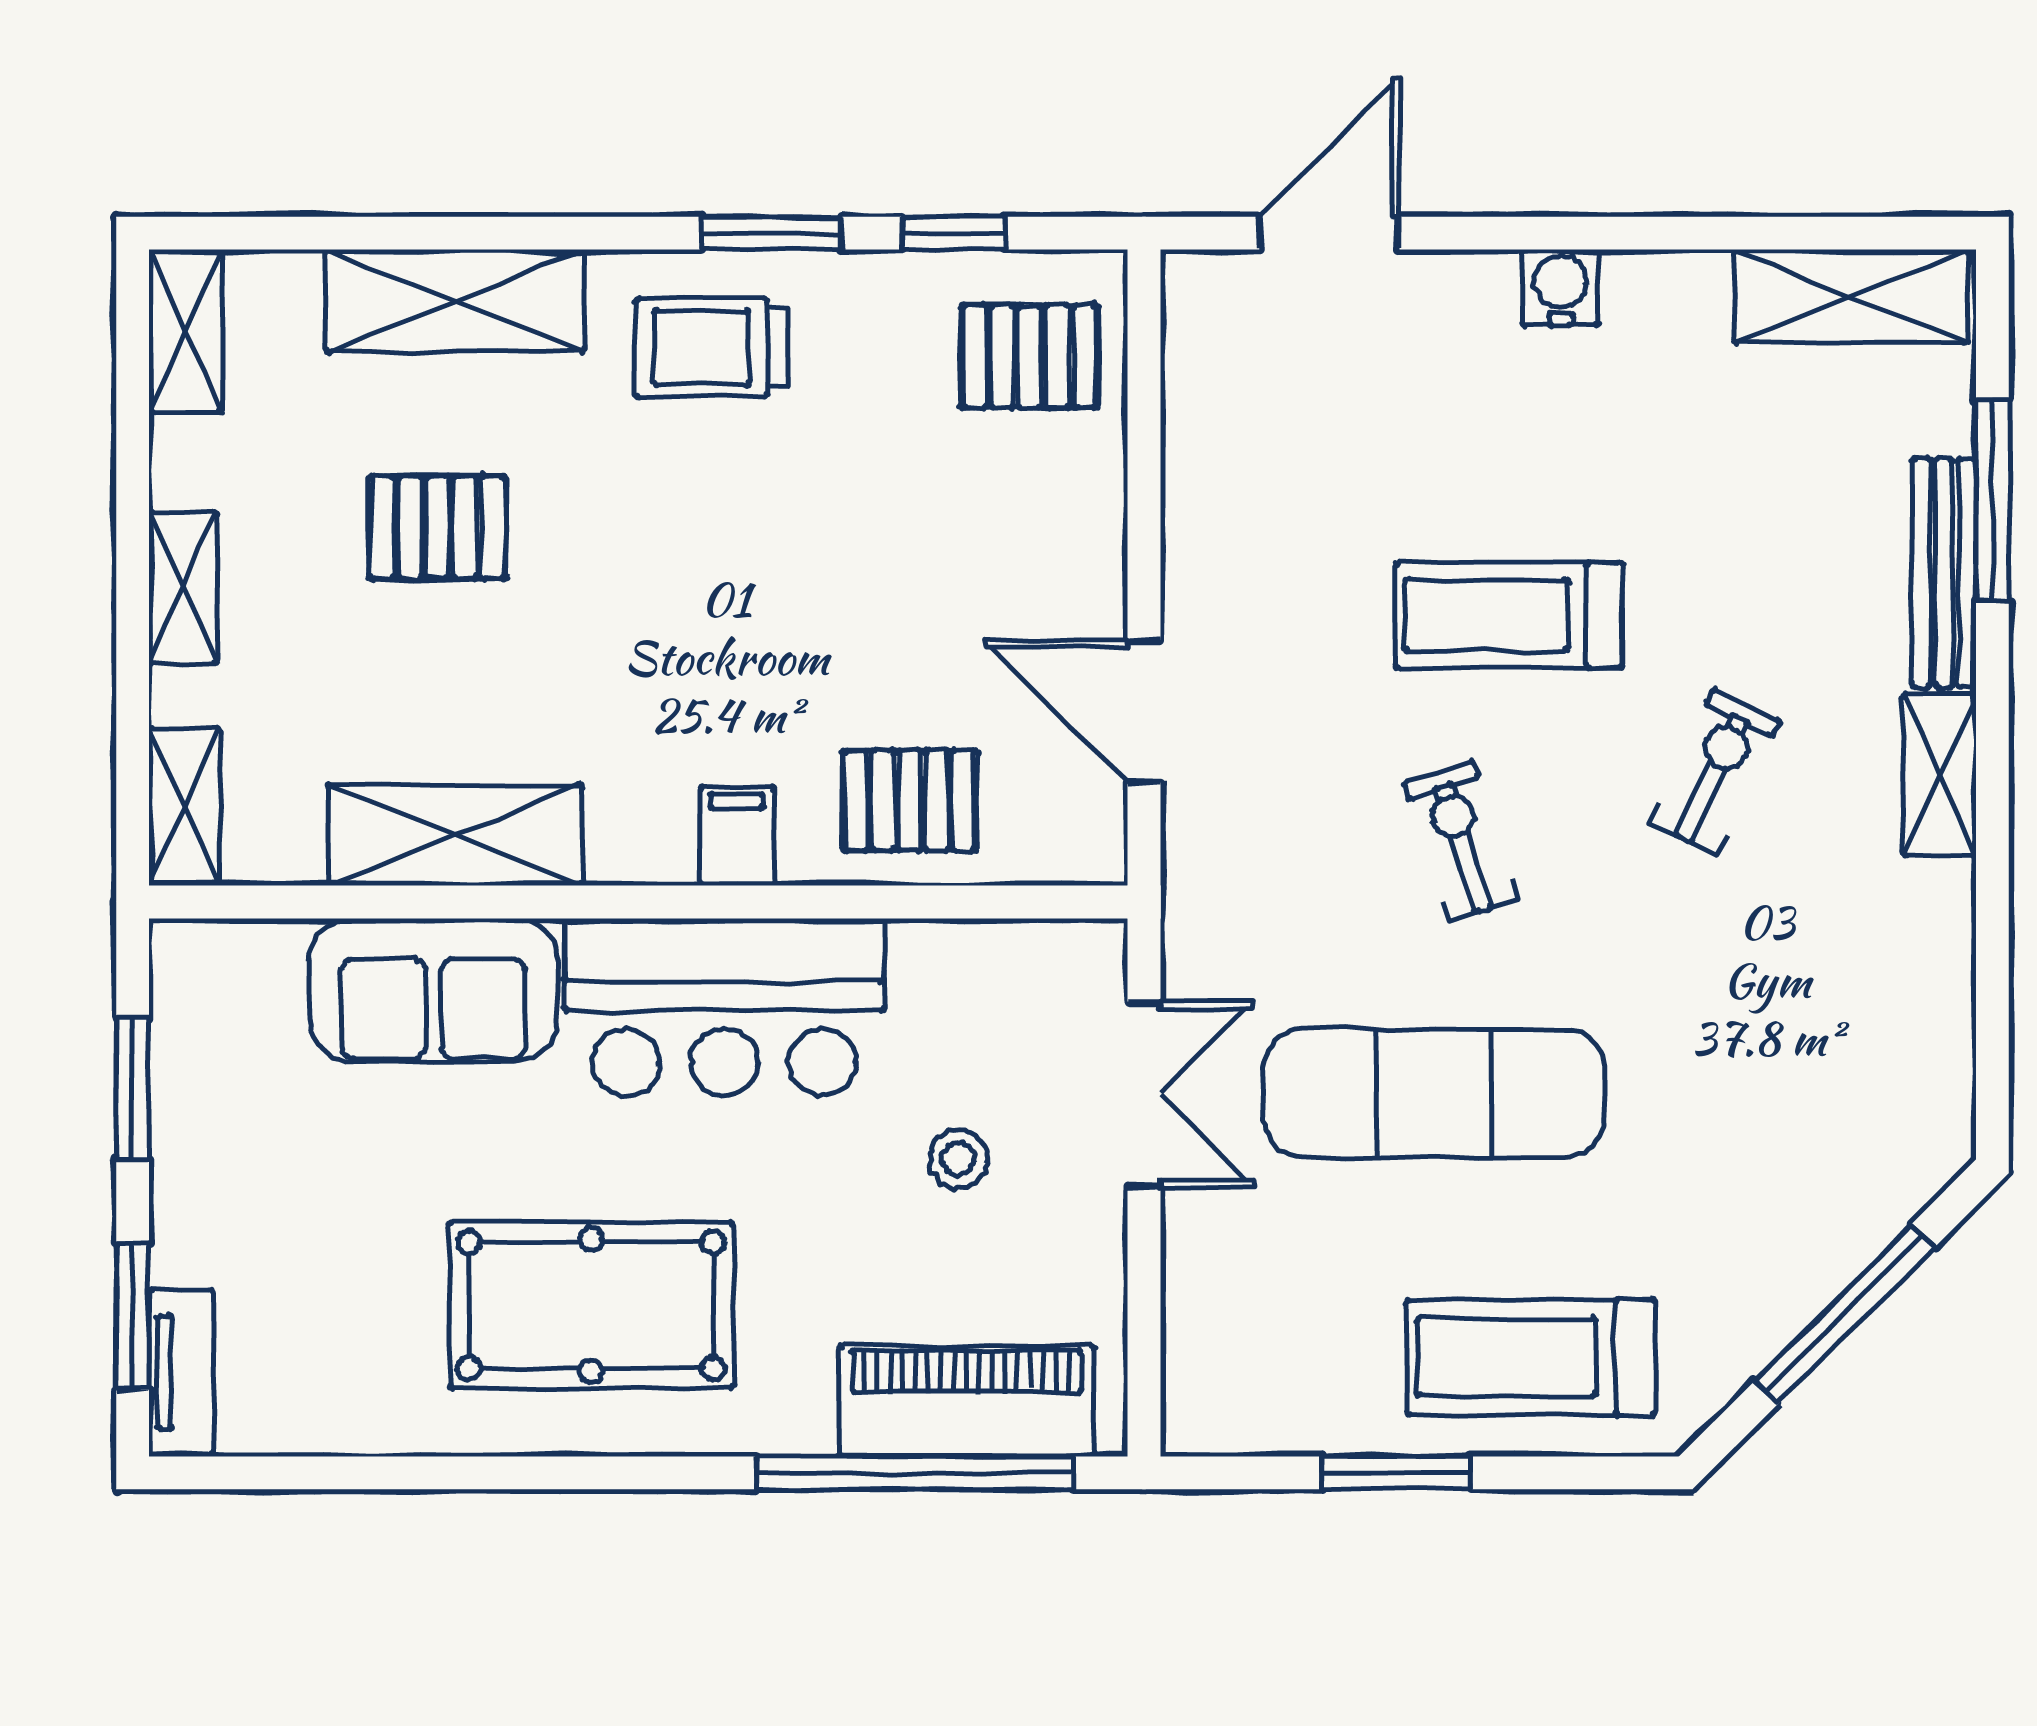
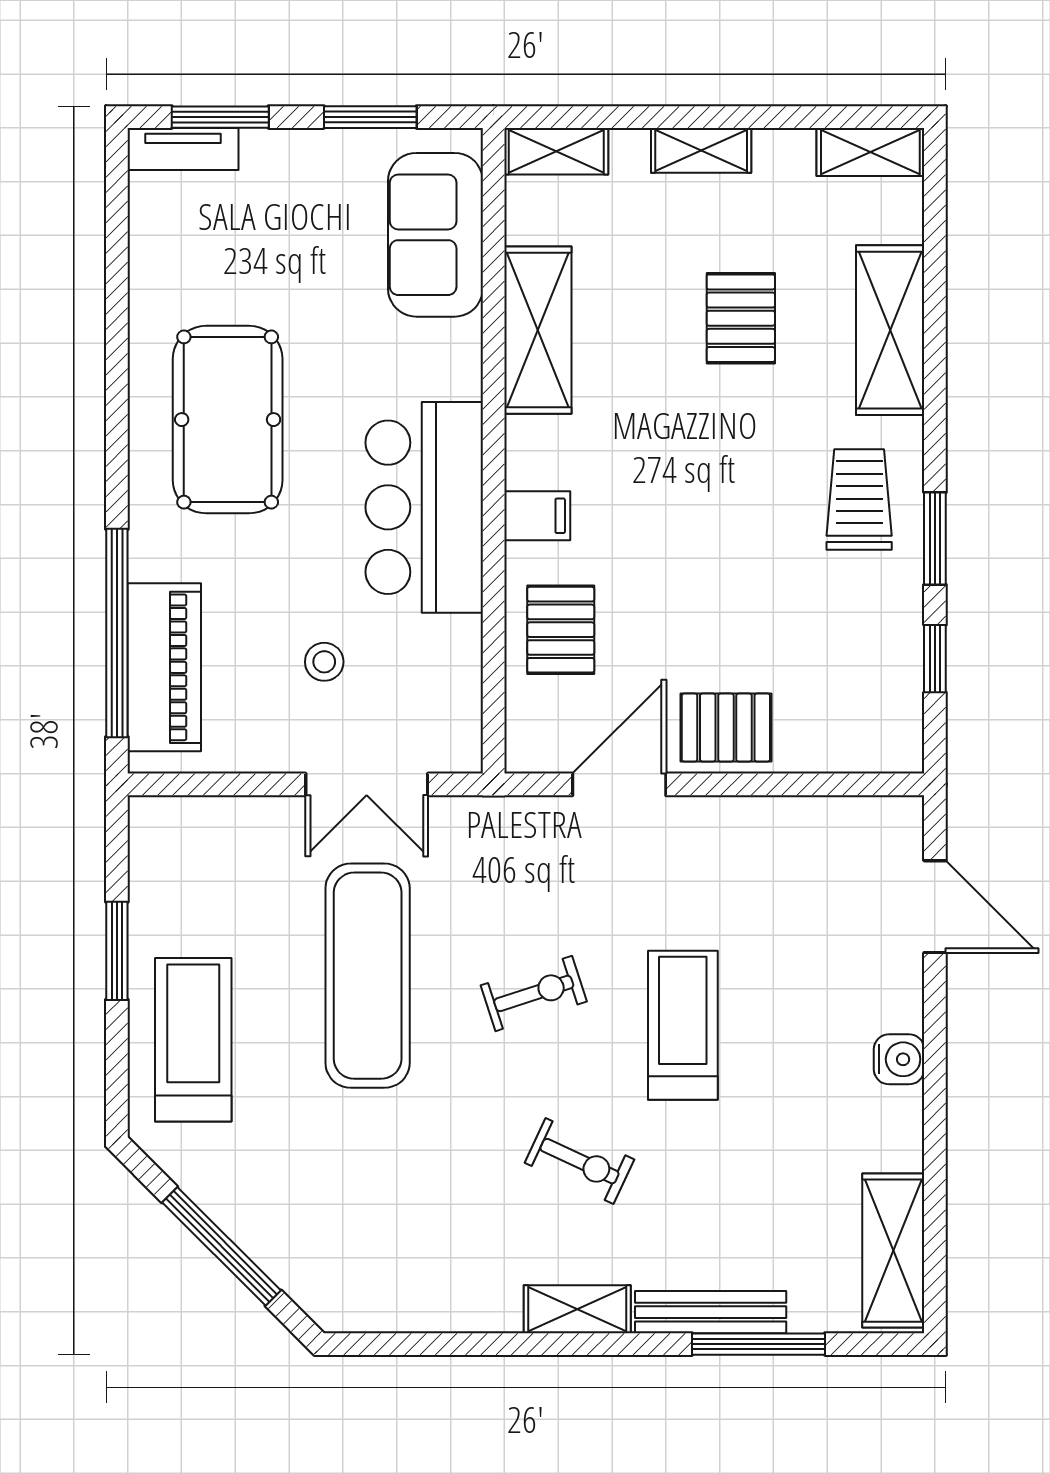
pallet: (1030, 356) -> (726, 728), moved, turned 90
sofa: (433, 990) -> (435, 235), moved

